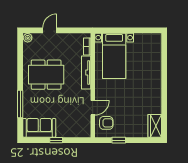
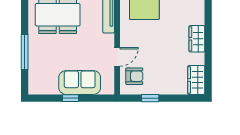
wardrobe: (155, 94) -> (197, 39), added
sofa: (39, 128) -> (80, 82), moved

